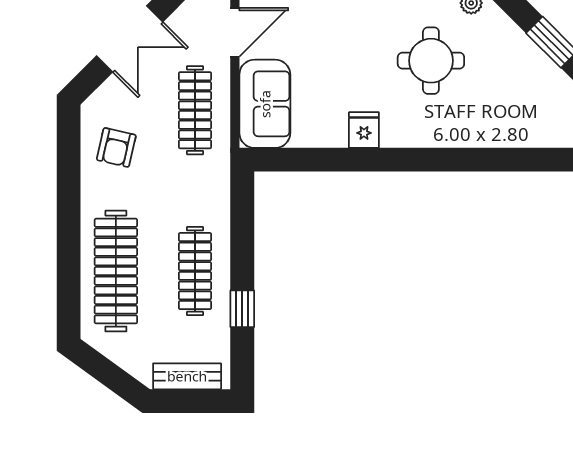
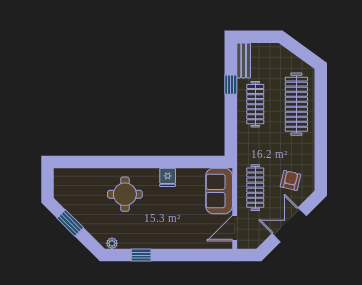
round table: (431, 61) -> (125, 194), moved
armchair: (116, 147) -> (290, 180), moved
bench: (187, 376) -> (244, 60), moved, turned 90

